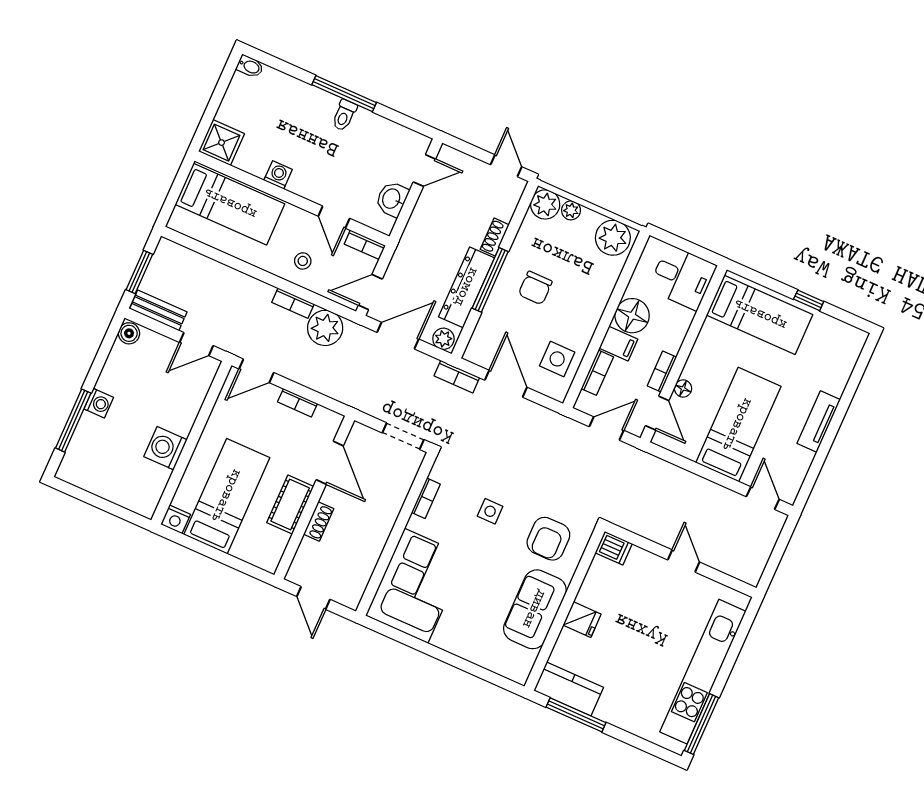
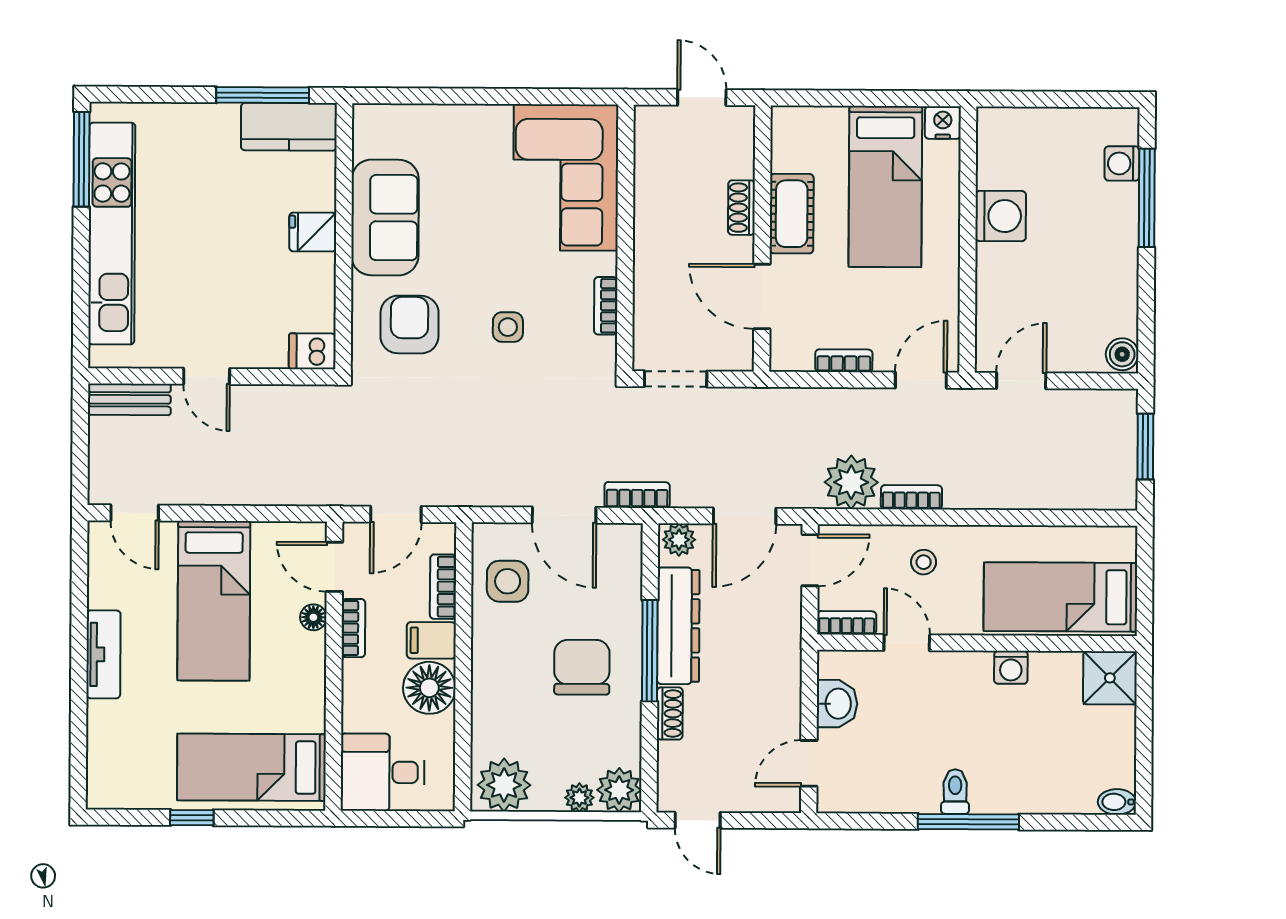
chair: (535, 288) -> (582, 667), width x1.37, depth x1.37
bench: (158, 310) -> (129, 399), moved
washing machine: (99, 403) -> (1122, 163), moved

